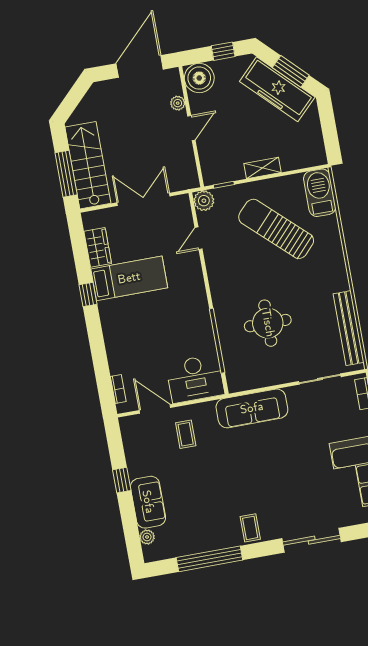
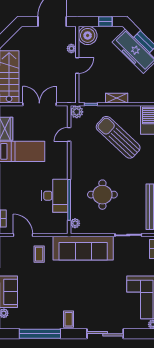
plant: (233, 376) -> (75, 223), added
desk: (195, 379) -> (55, 196), moved, turned -90
sofa: (252, 408) -> (83, 248), width x1.36, depth x1.27

